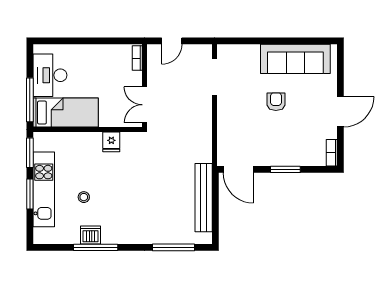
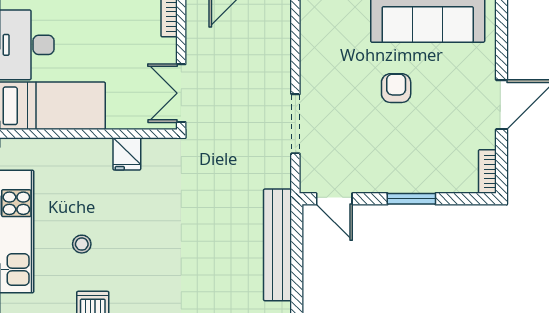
doorway: (214, 77) -> (295, 124), moved
door: (238, 169) -> (334, 199), width x0.73

